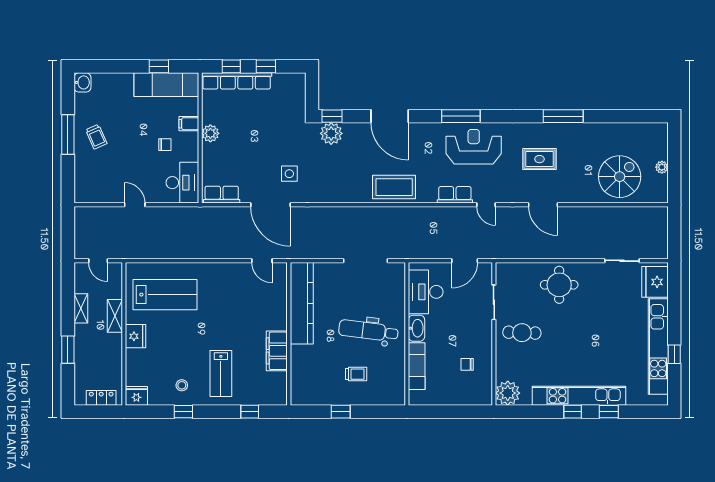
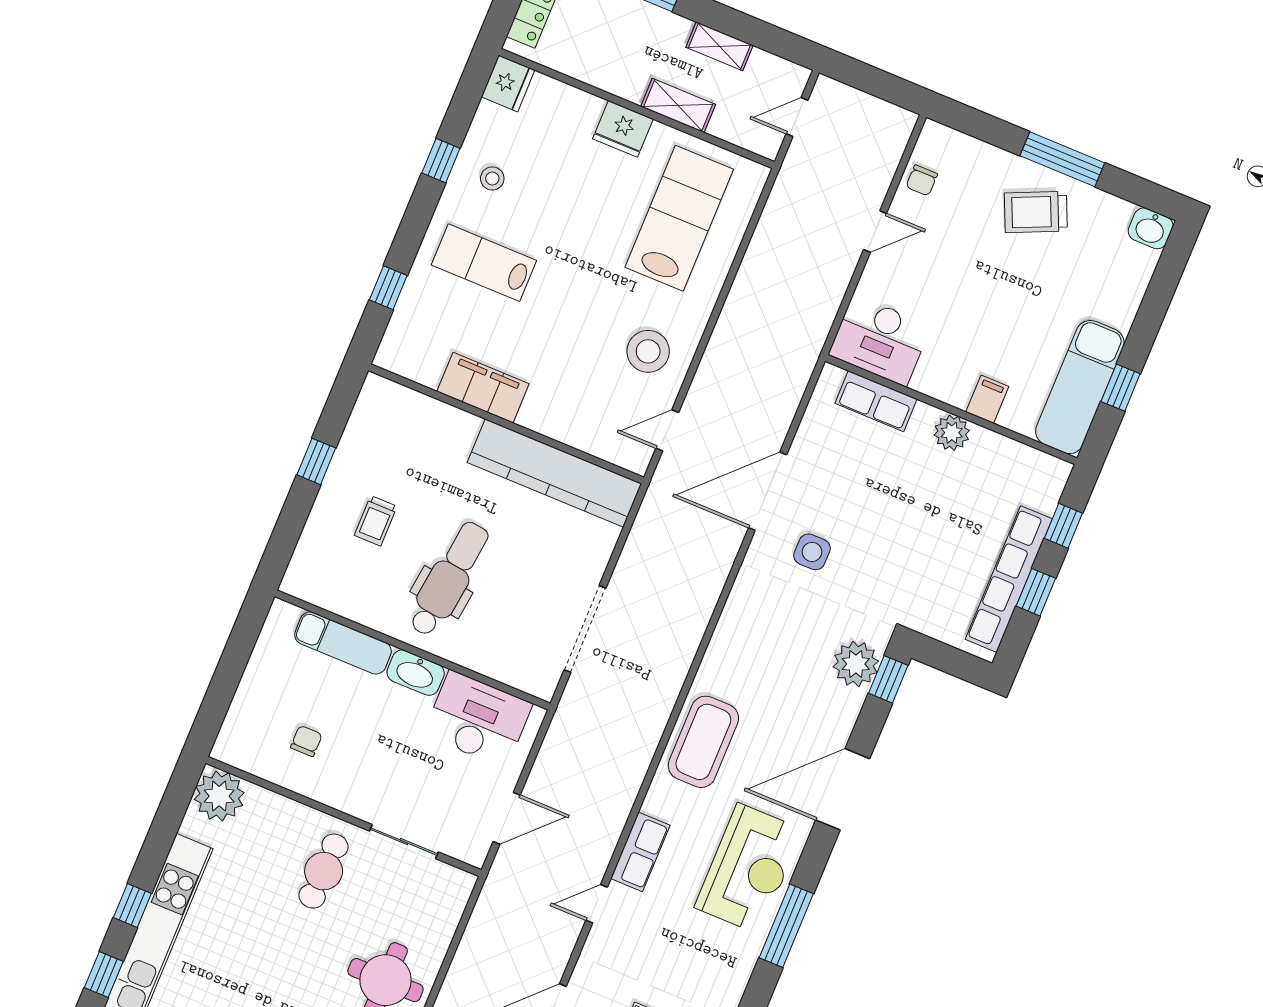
row of seats: (237, 81) -> (1009, 579), moved
trolley: (96, 137) -> (1036, 212), width x1.36, depth x1.39
chair: (165, 145) -> (922, 180), moved
reception desk: (474, 147) -> (749, 868), moved
row of seats: (222, 195) -> (876, 401), moved, turned 90
door: (465, 261) -> (507, 818), swing flipped
stool: (230, 284) -> (648, 351), added
lab bench: (165, 295) -> (679, 218), turned 180

